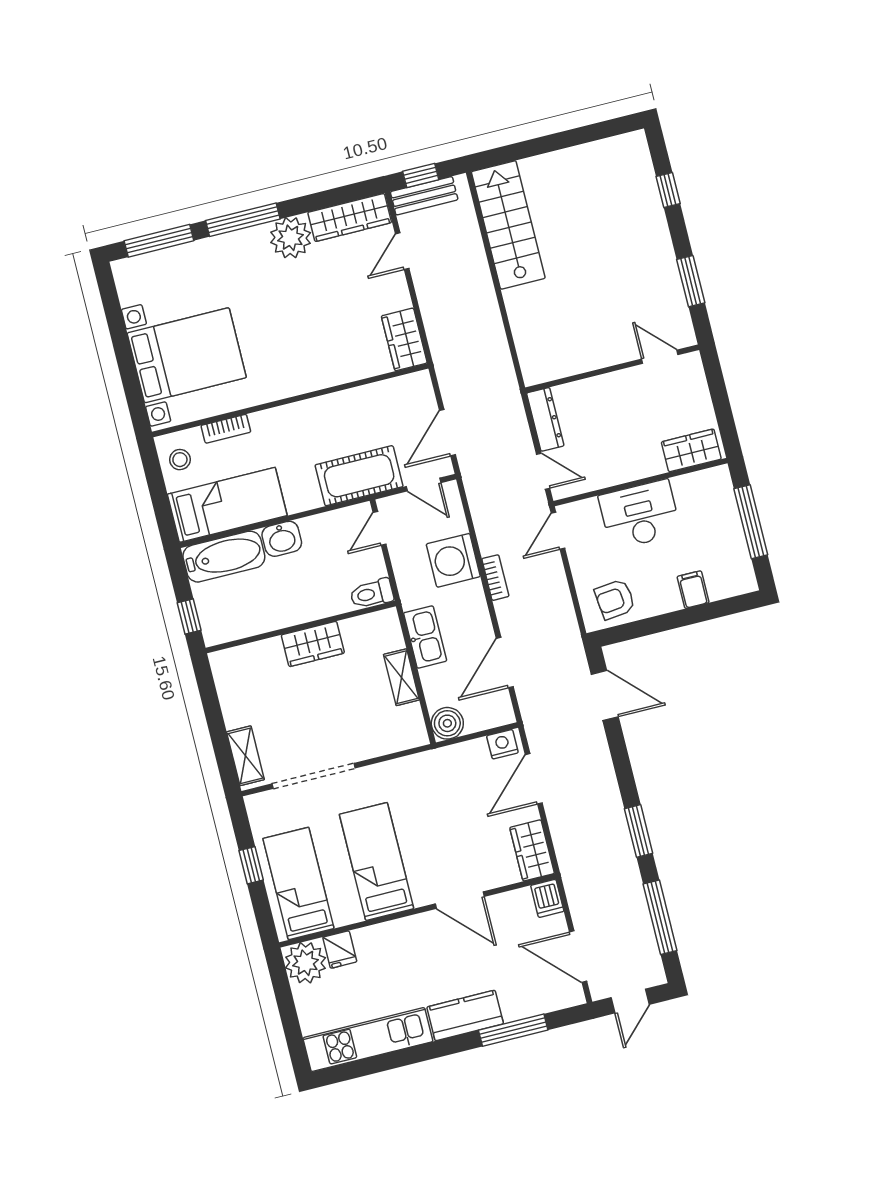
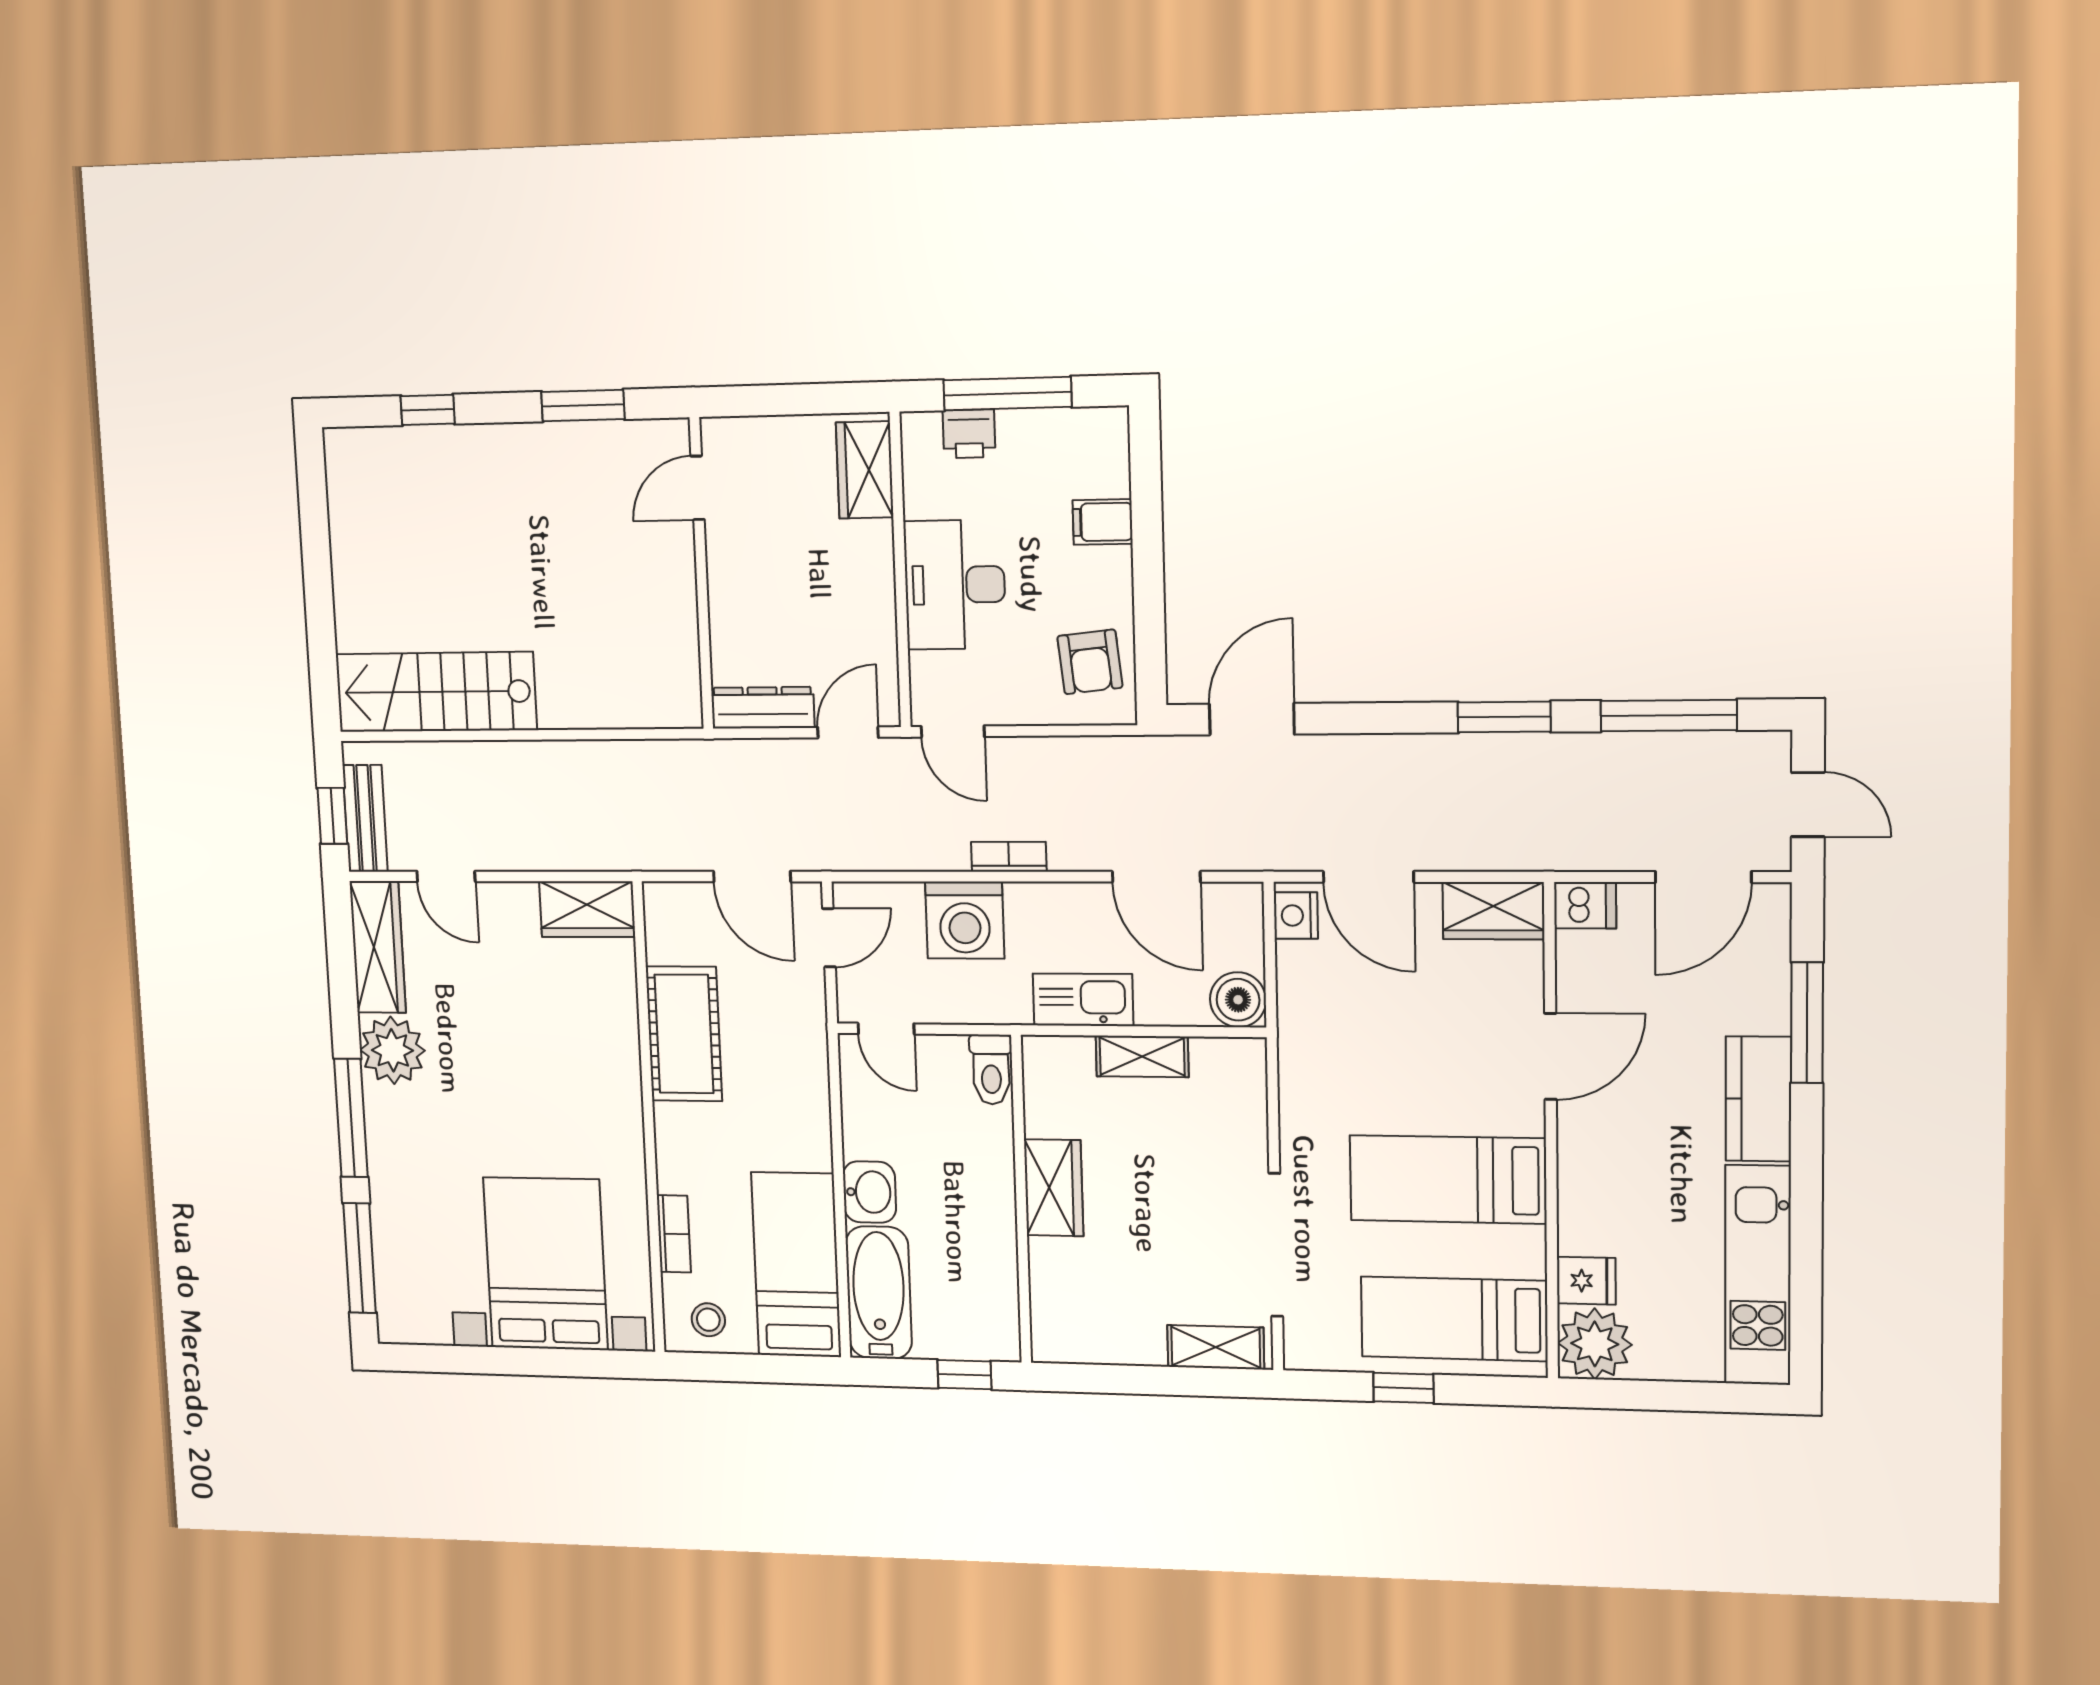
cot: (359, 476) -> (684, 1034), moved
printer: (724, 505) -> (969, 434), added

